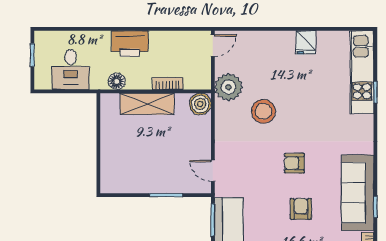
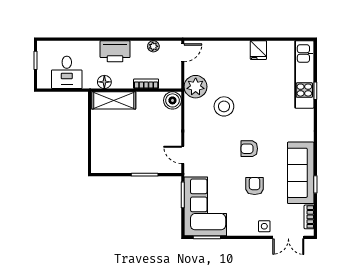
plant: (177, 38) -> (153, 46), added
shelving: (147, 104) -> (114, 100), moved

